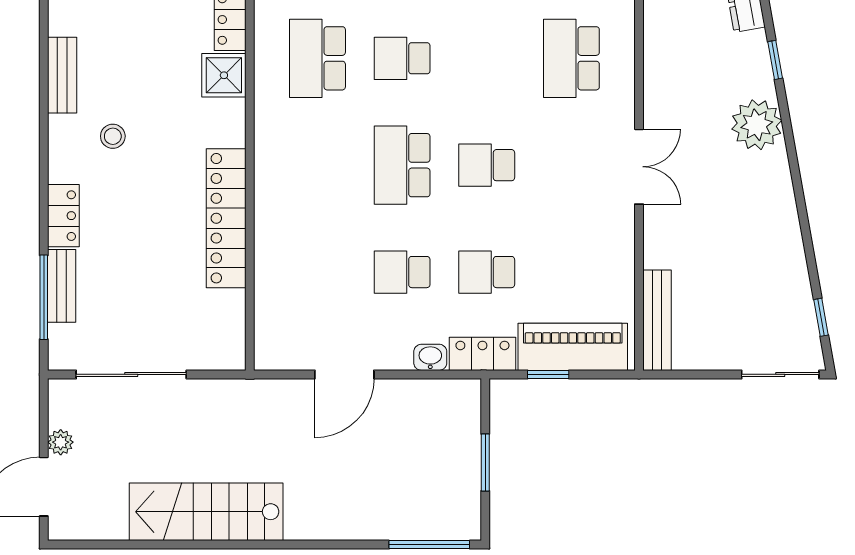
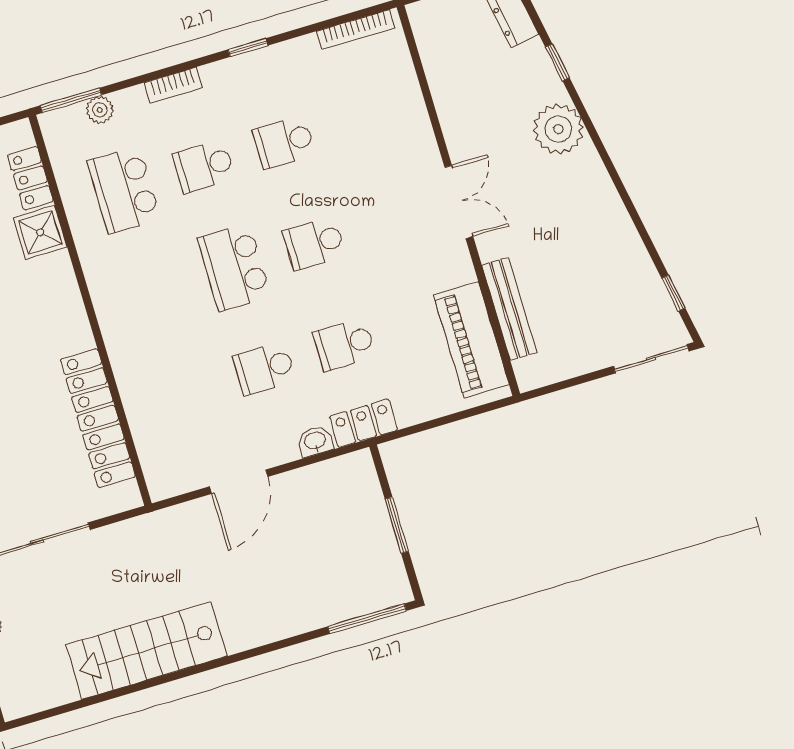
school desk: (571, 58) -> (284, 142), moved, width x0.54
locker: (226, 218) -> (98, 418), moved
bench: (657, 320) -> (509, 309), moved
piano: (573, 347) -> (471, 340), moved, turned -90
window: (548, 374) -> (432, 424), removed

